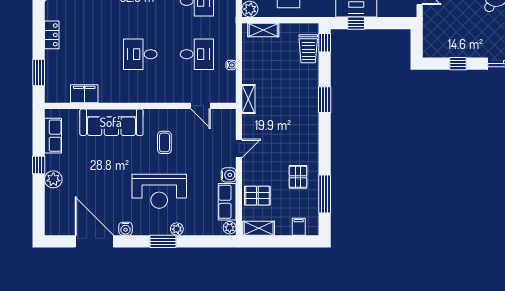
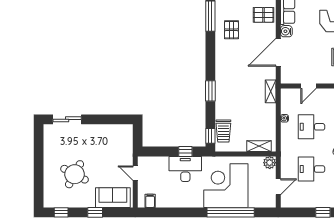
trolley: (308, 49) -> (223, 131), turned 180
window: (458, 64) -> (105, 119), removed
door: (201, 106) -> (309, 86), swing flipped
door: (239, 148) -> (278, 52), width x1.87

